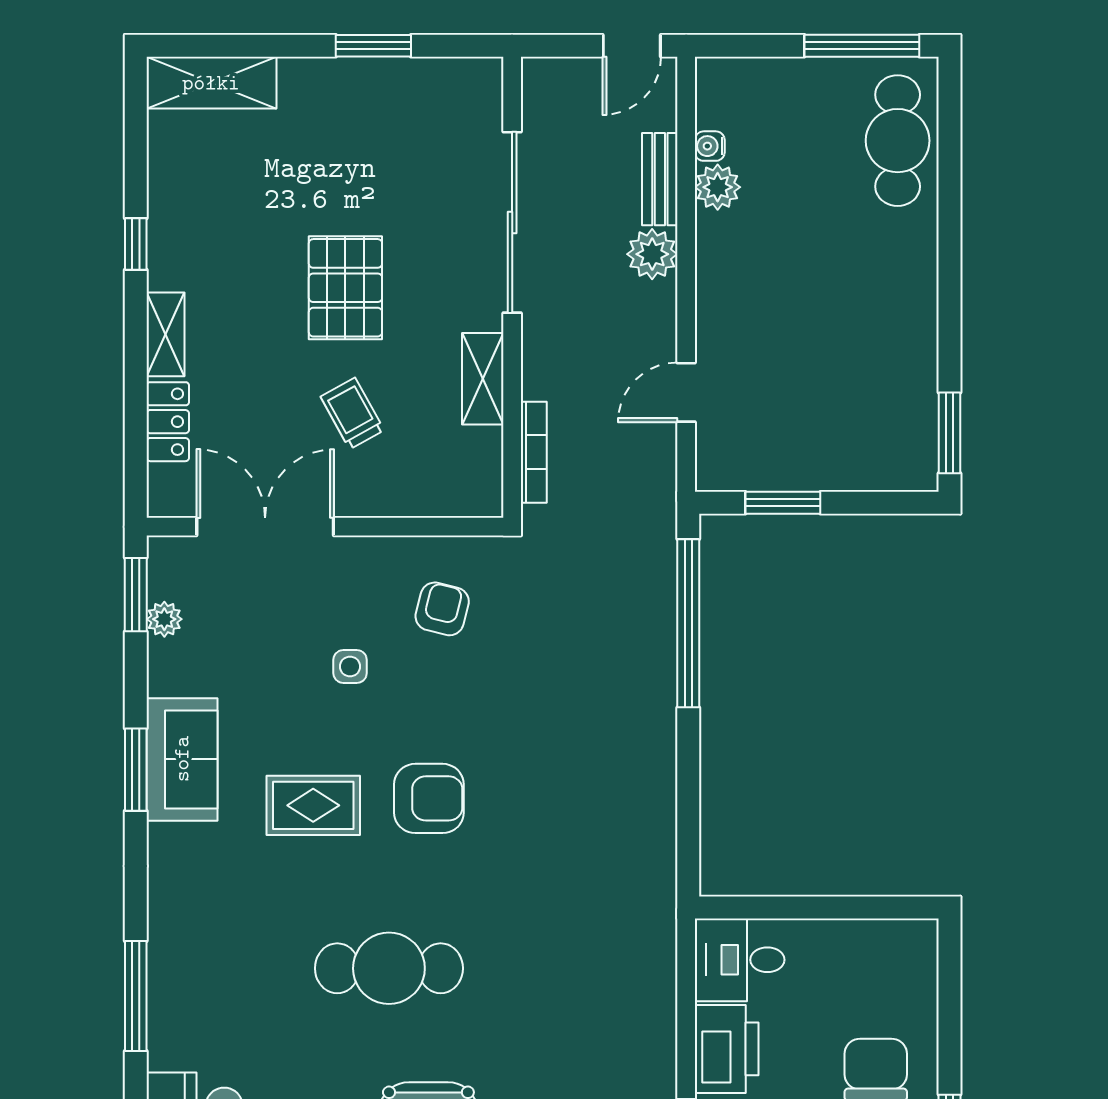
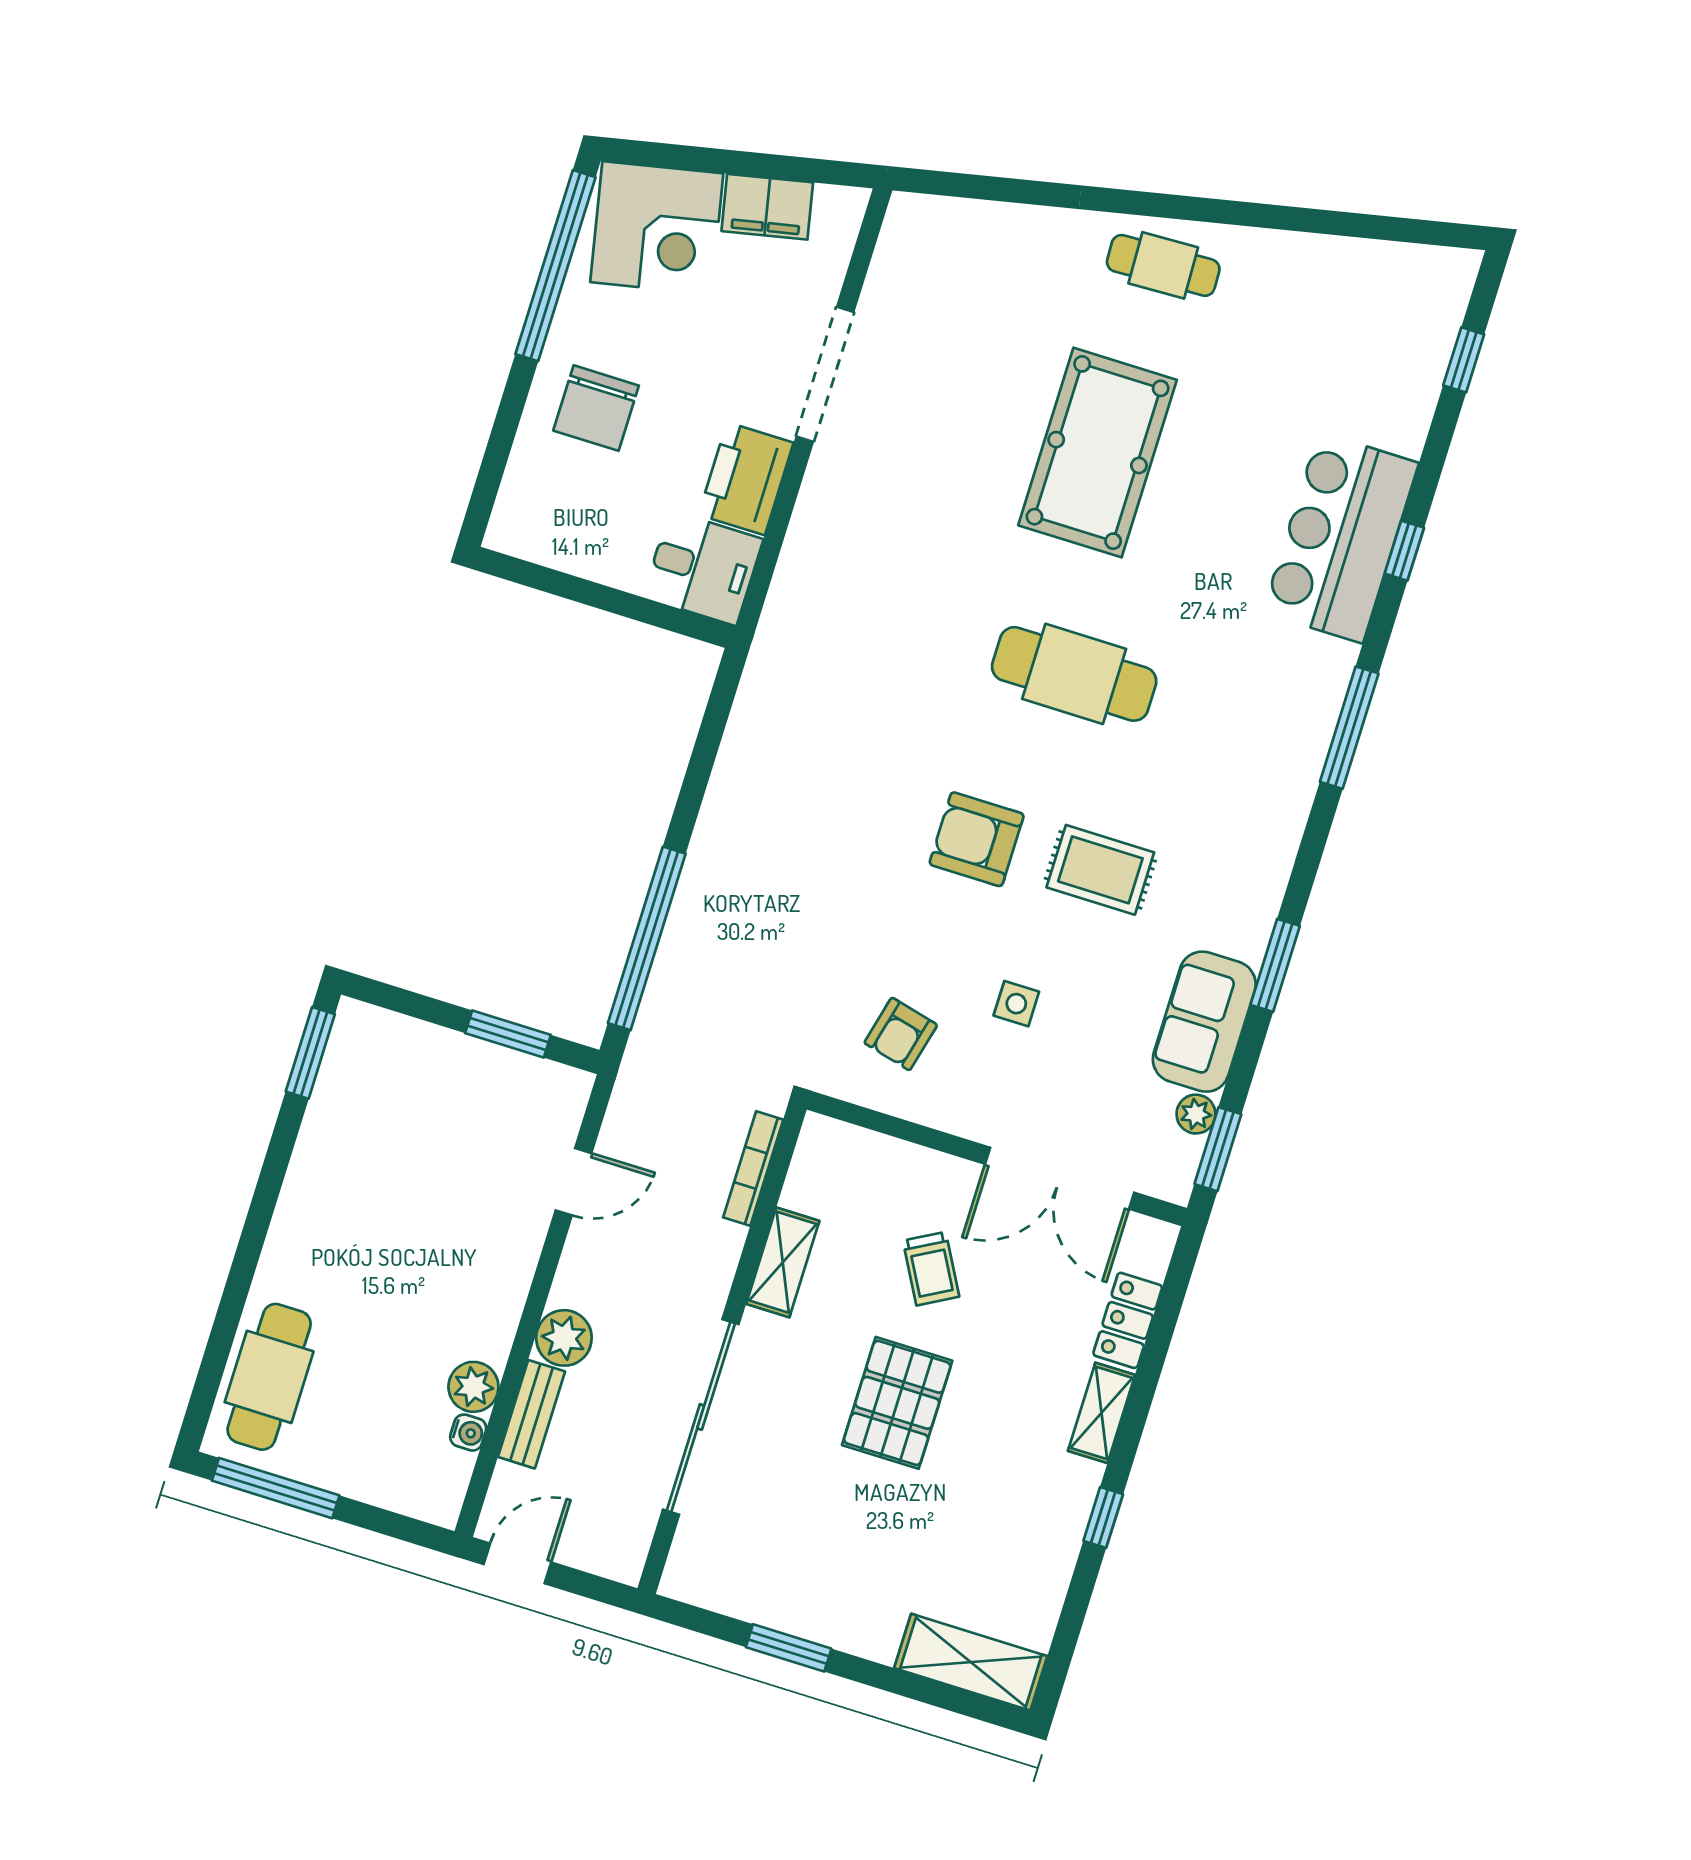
sofa: (182, 759) -> (1204, 1022), moved

